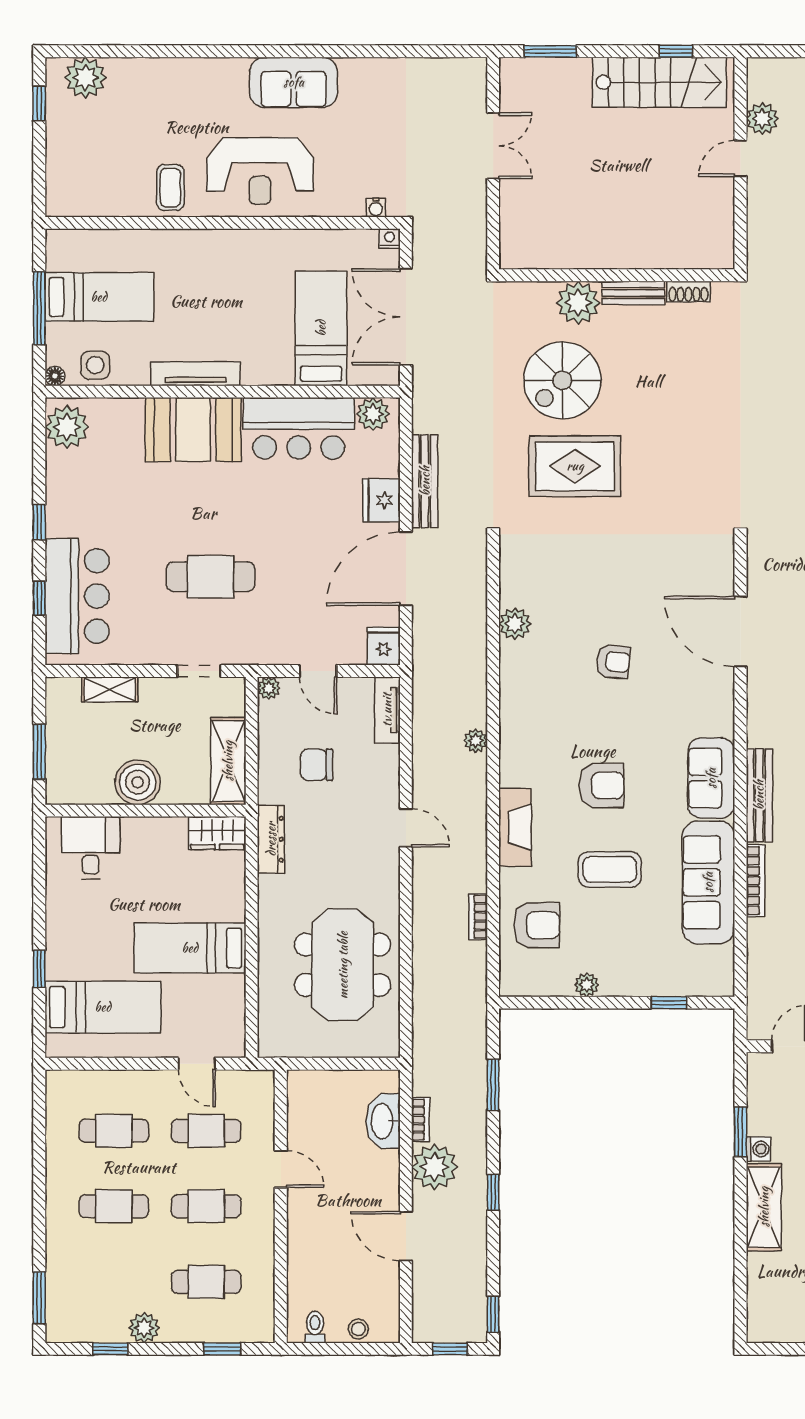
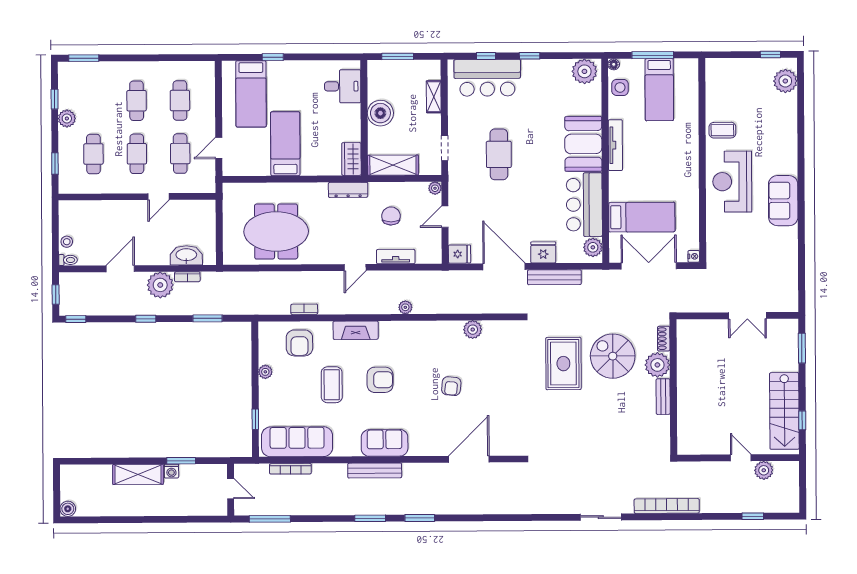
water cooler: (376, 208) -> (711, 248), removed
shoe rack: (688, 292) -> (664, 339), moved
tv unit: (387, 710) -> (396, 257), moved
armchair: (601, 785) -> (380, 380), turned -90
bookcase: (756, 881) -> (290, 469), moved
sofa: (708, 882) -> (297, 442), moved
toilet: (315, 1327) -> (68, 260), moved

